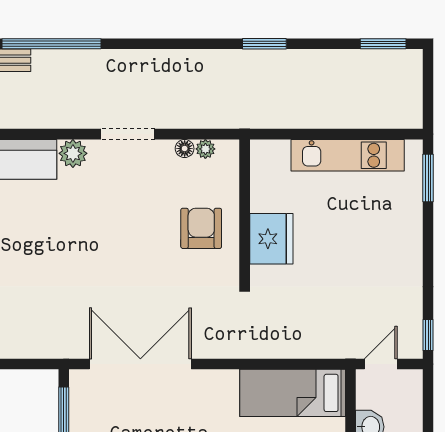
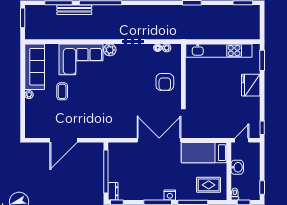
kitchen unit: (348, 155) -> (219, 51), width x1.36
armchair: (201, 228) -> (165, 82), turned 180
fridge: (271, 239) -> (251, 85), moved, turned 180
double door: (140, 364) -> (159, 140), moved

